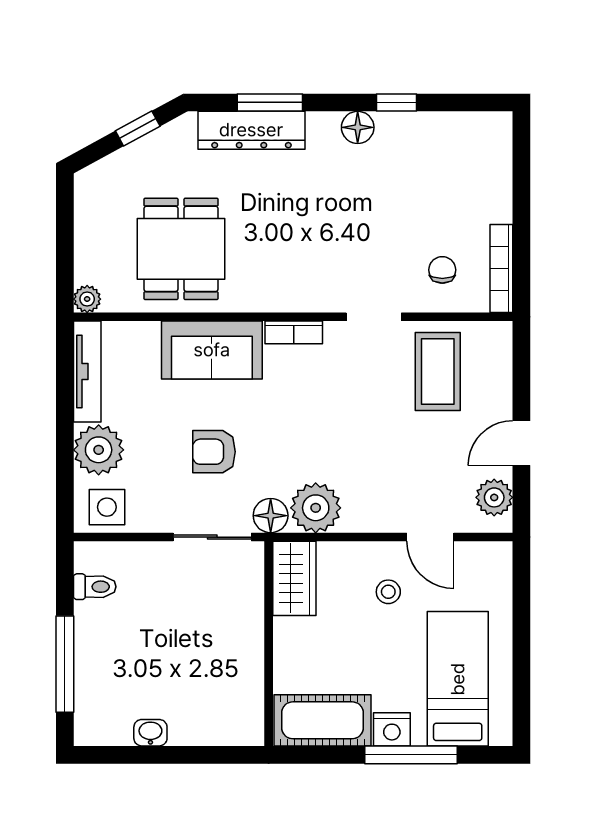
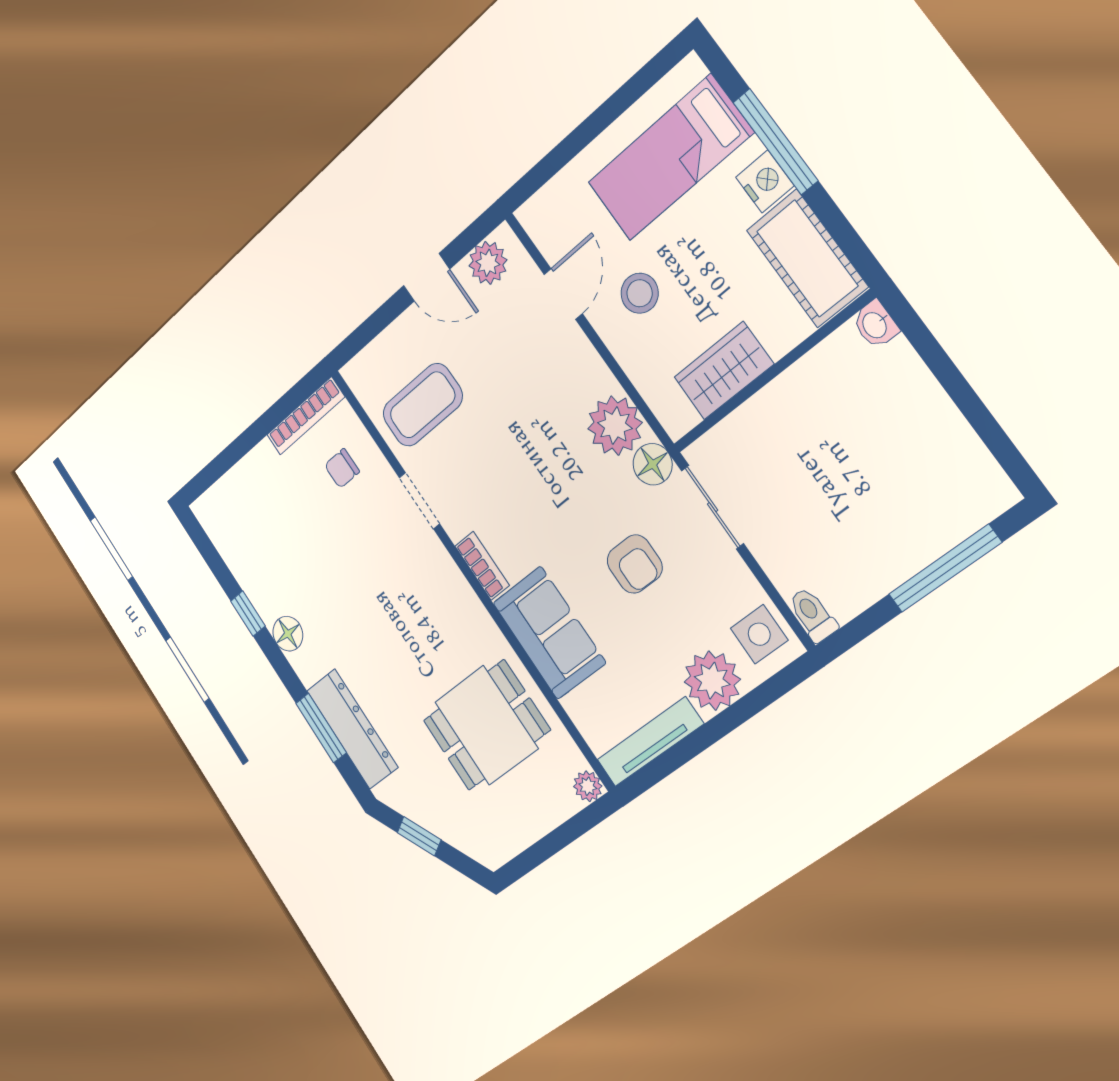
wardrobe: (294, 578) -> (724, 371), moved
toilet: (95, 587) -> (813, 615), moved
stool: (388, 592) -> (640, 293), width x1.37, depth x1.37
washbasin: (150, 733) -> (875, 325), moved

